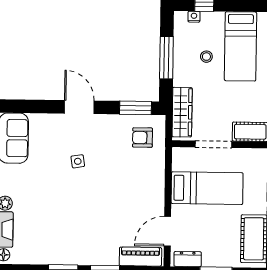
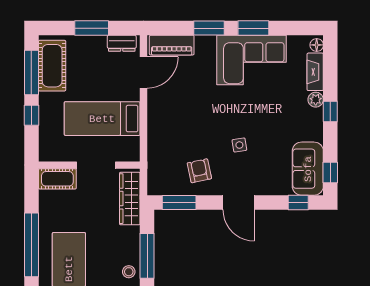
stool: (206, 57) -> (129, 272), moved
window: (23, 106) -> (298, 202), added
armchair: (142, 138) -> (199, 171), moved, turned -102
corner sofa: (65, 242) -> (252, 60), added

